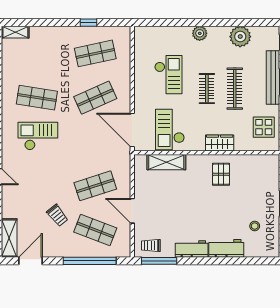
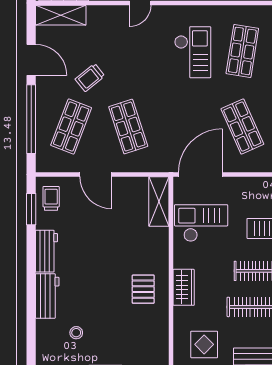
shelving: (166, 162) -> (159, 201), moved
pallet: (221, 174) -> (143, 289), turned 90
door: (132, 211) -> (96, 174), swing flipped
door: (30, 261) -> (31, 60), moved
window: (159, 261) -> (31, 209), width x0.69

